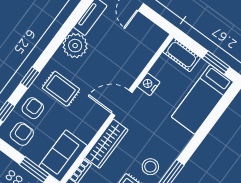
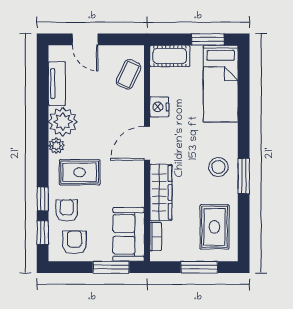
coffee table: (144, 46) -> (129, 74), added
plant: (59, 59) -> (56, 146), added
window: (30, 78) -> (43, 199), moved
stool: (150, 167) -> (218, 167), moved

